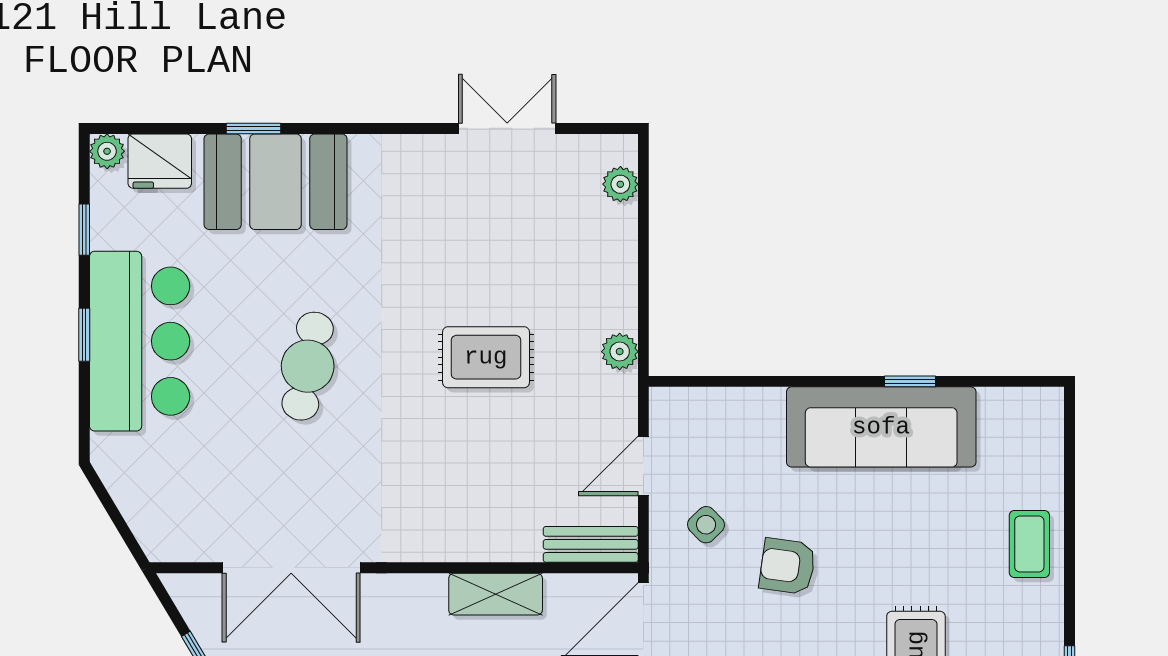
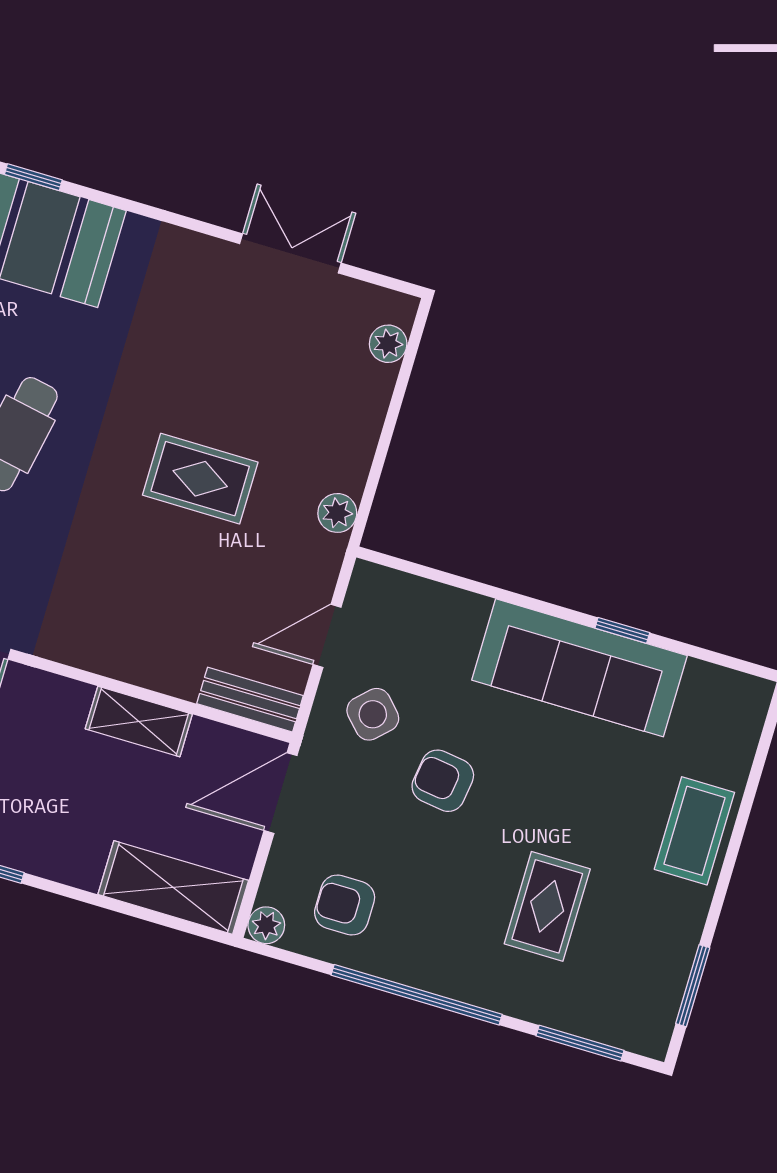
side table: (706, 525) -> (373, 714), width x1.37, depth x1.37
coffee table: (1029, 544) -> (694, 831), width x1.36, depth x1.30

